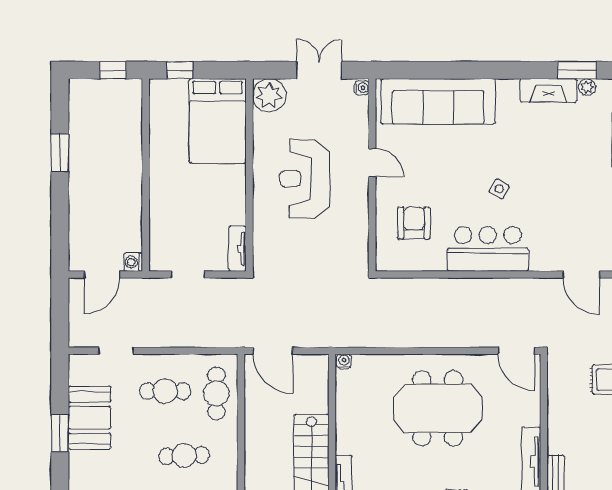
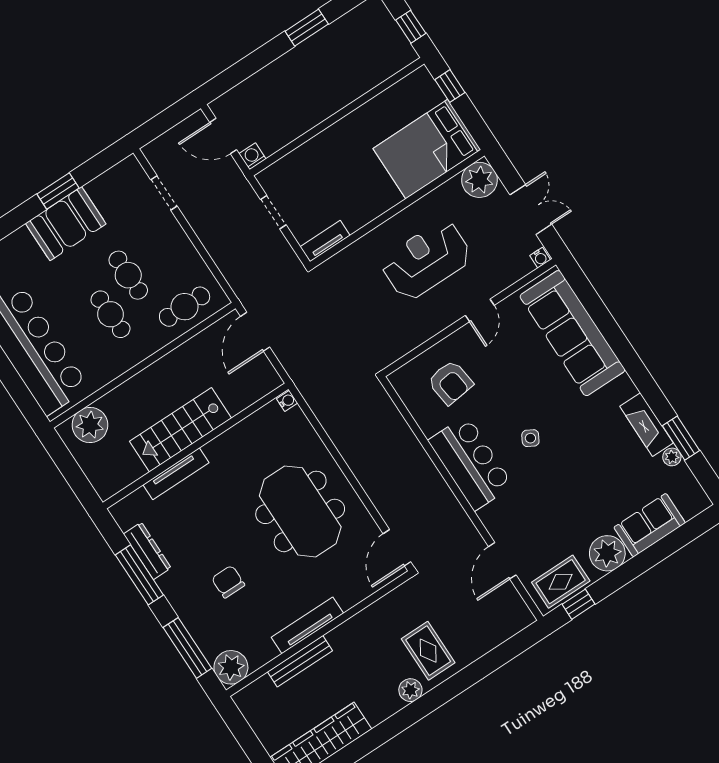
armchair: (414, 223) -> (450, 382), turned 83
cafe table: (165, 391) -> (128, 275), moved
booth: (90, 418) -> (66, 224), moved

